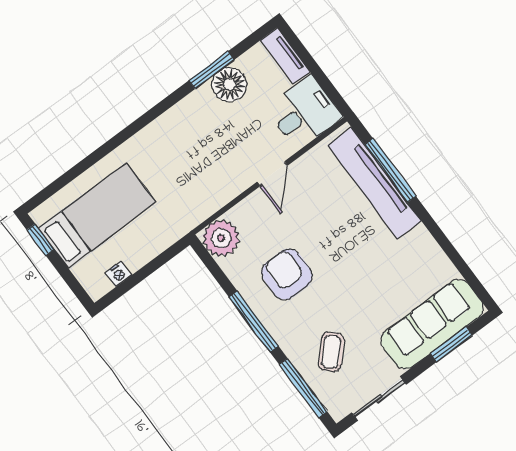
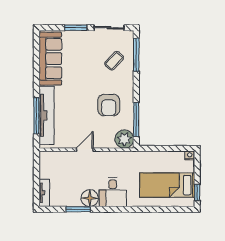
floor lamp: (229, 85) -> (90, 198), moved
desk: (304, 113) -> (113, 192), moved, turned -90
nightstand: (118, 274) -> (190, 155), moved
window: (254, 322) -> (136, 120), moved
sofa: (432, 324) -> (50, 59), moved, turned -90
window: (451, 345) -> (76, 28), moved

